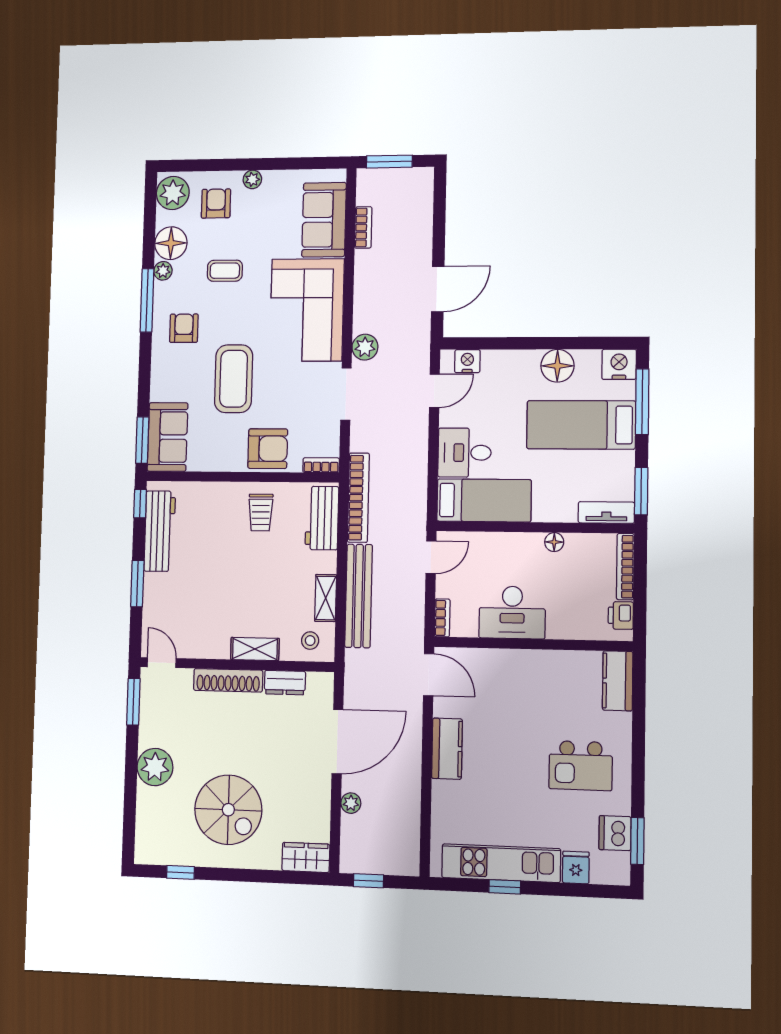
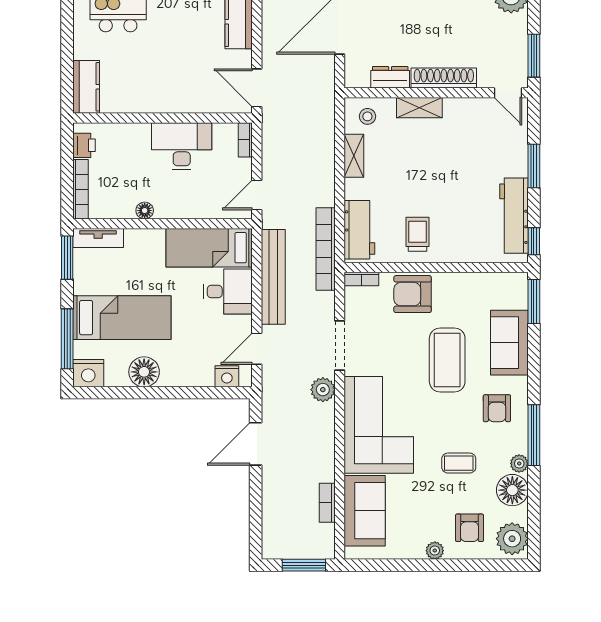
sofa: (168, 437) -> (509, 343), moved
bench: (359, 596) -> (273, 277), moved

